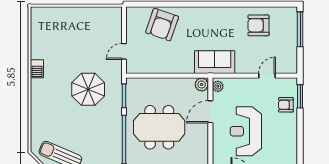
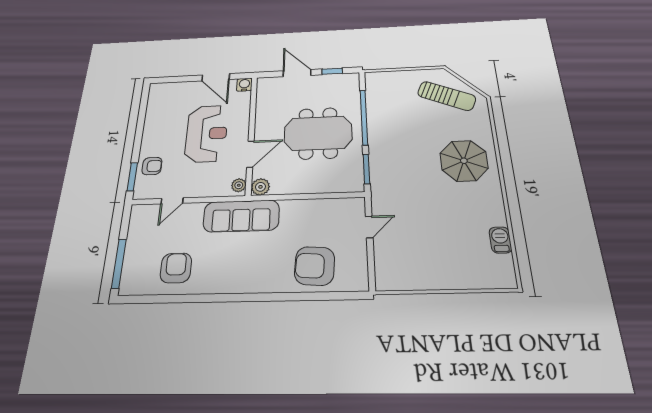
armchair: (162, 25) -> (315, 266), turned -105
armchair: (259, 25) -> (176, 268), turned -90
sofa: (215, 62) -> (241, 216), width x1.36
barbecue: (37, 69) -> (500, 240), moved
parasol: (88, 89) -> (464, 161), moved

